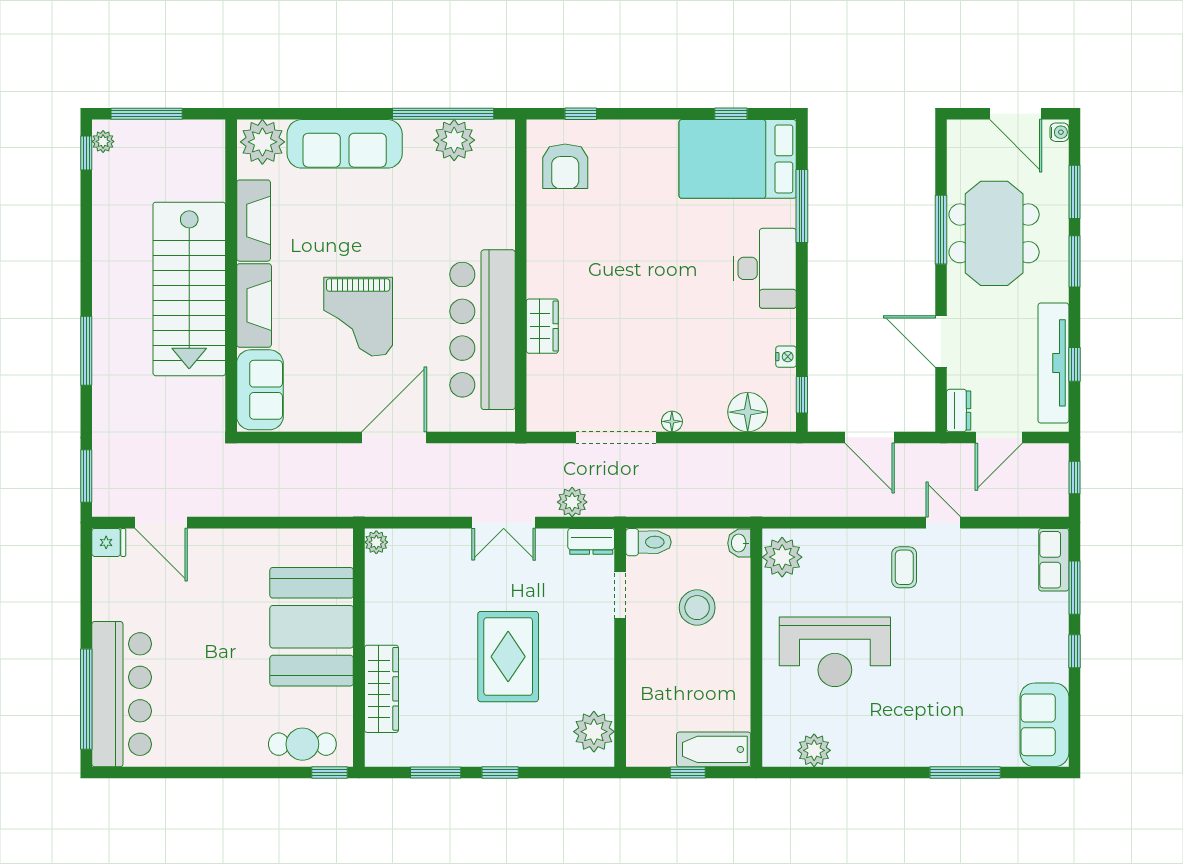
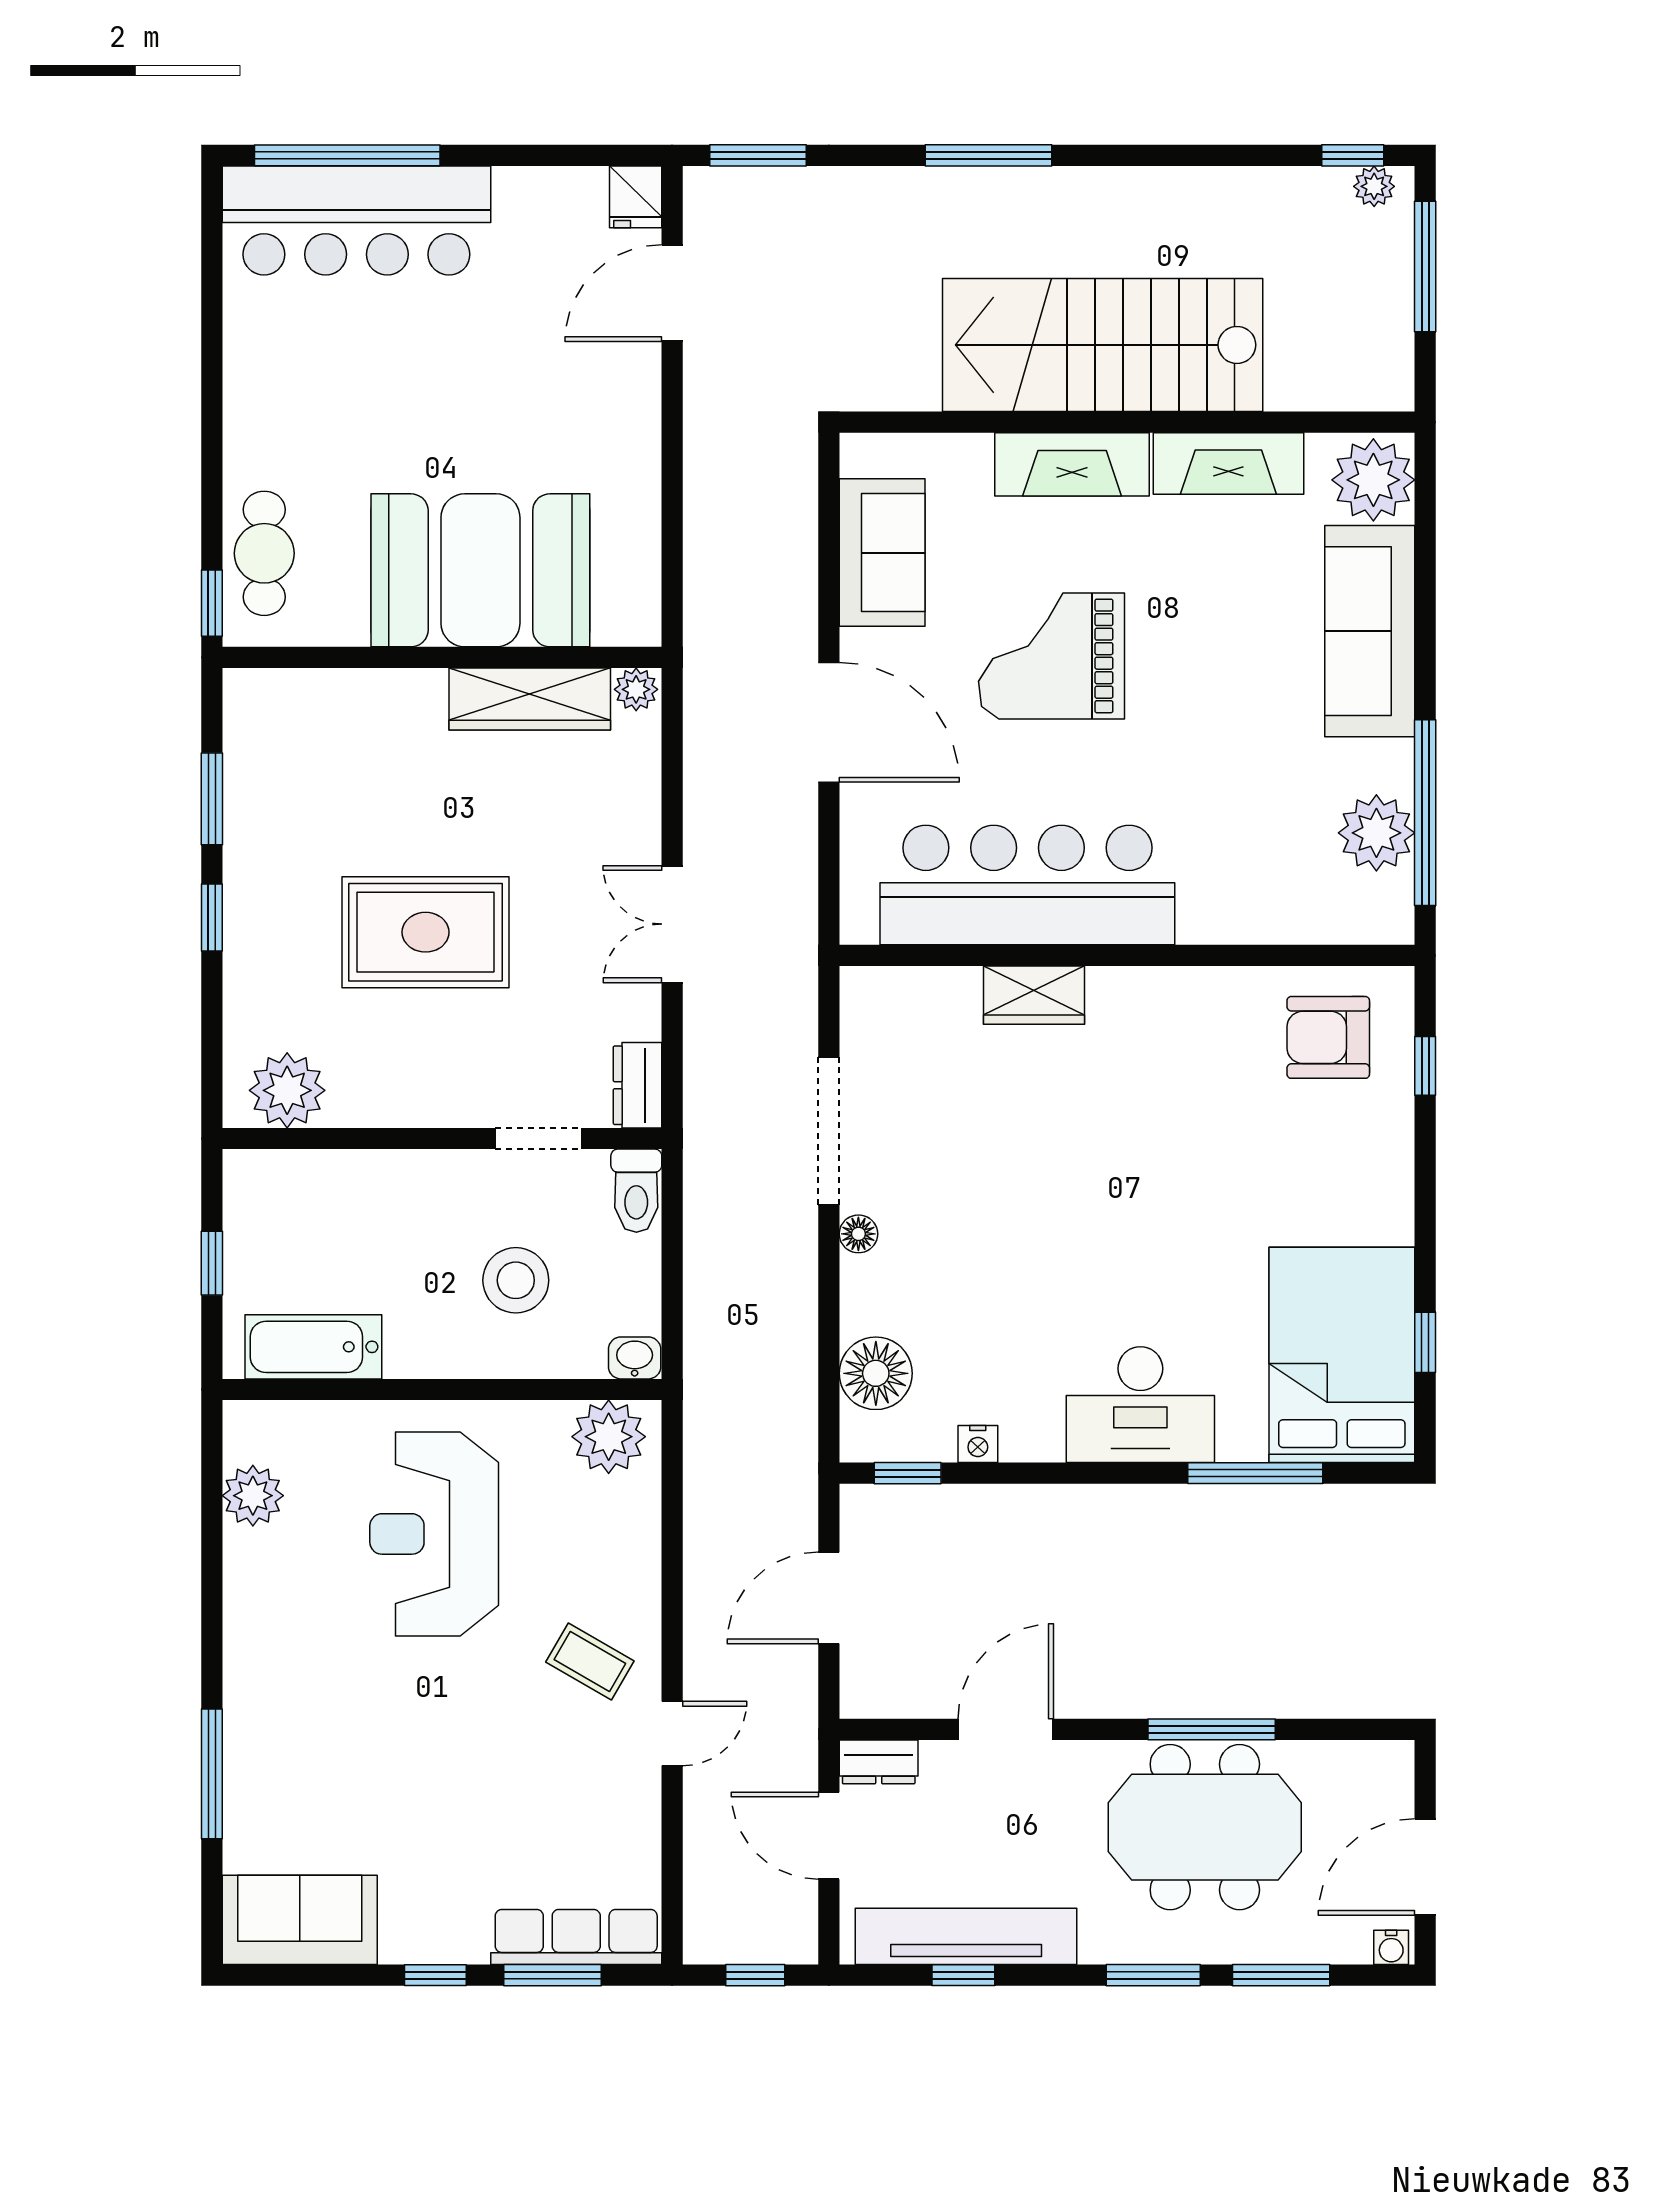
sofa: (260, 390) -> (882, 553), moved, turned -90
plant: (572, 502) -> (710, 1050), removed
row of seats: (1054, 560) -> (576, 1937), width x1.48
coffee table: (904, 567) -> (590, 1662), turned 30
wardrobe: (381, 689) -> (530, 699), moved
bathtub: (714, 749) -> (313, 1347), moved, turned -90

